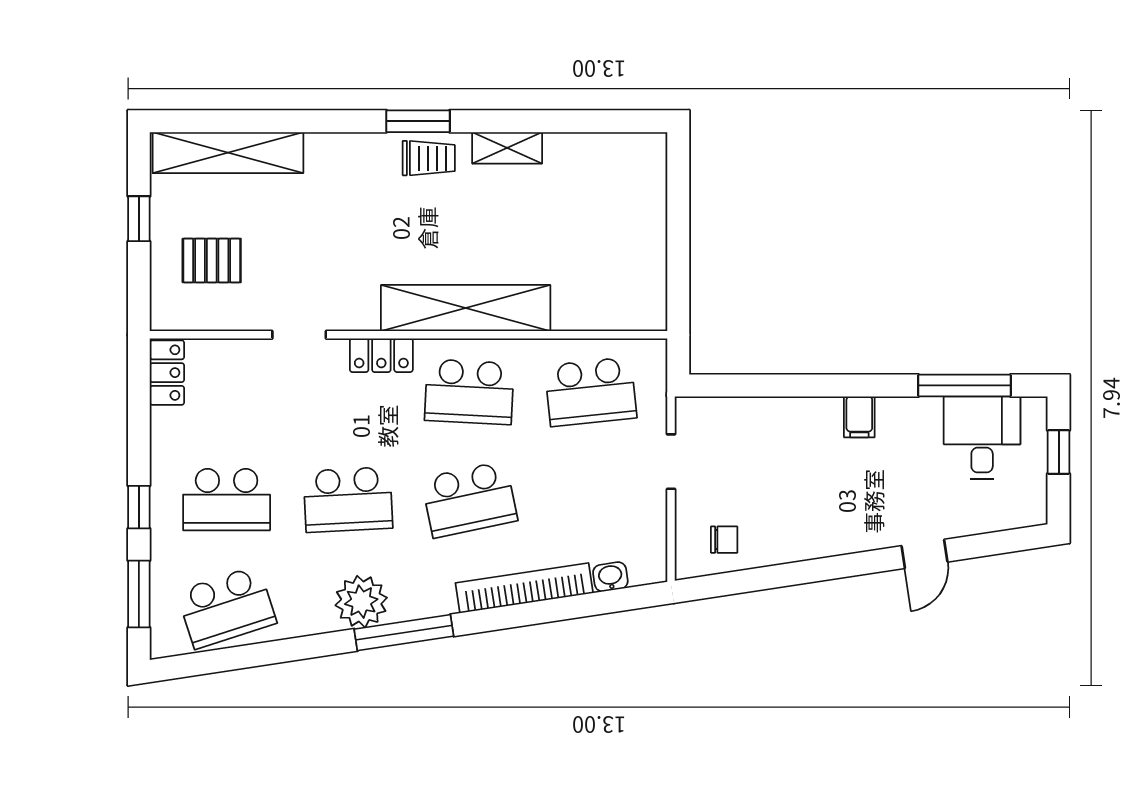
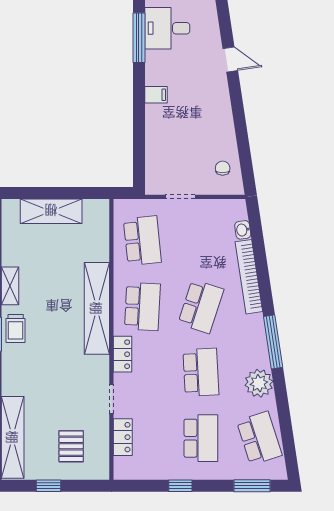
trolley: (429, 158) -> (16, 328), turned 180
shelving: (645, 224) -> (51, 211), added
locker: (167, 373) -> (123, 437), moved, turned 90
school desk: (469, 500) -> (201, 306), turned 30
window: (139, 507) -> (180, 486), moved
plant: (361, 602) -> (259, 383), moved

